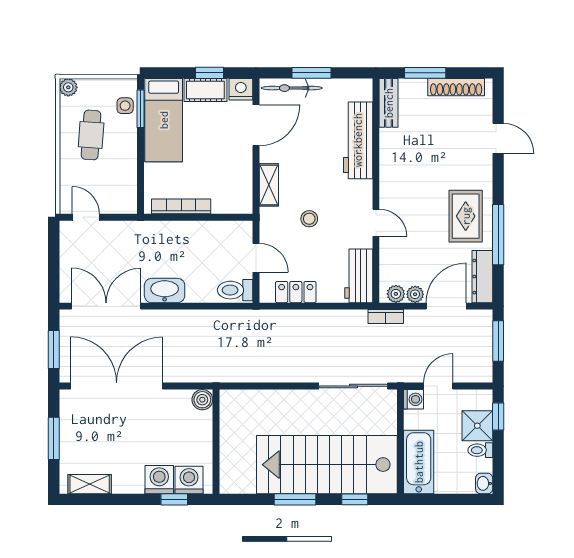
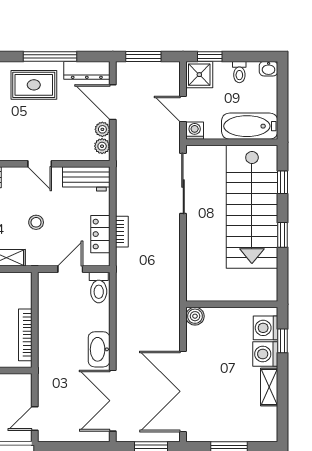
door: (376, 223) -> (40, 164), swing flipped
bookcase: (386, 316) -> (122, 232), moved
shower: (477, 426) -> (199, 75), moved
shelving: (90, 484) -> (269, 387), moved
window: (295, 499) -> (283, 235), width x0.67

